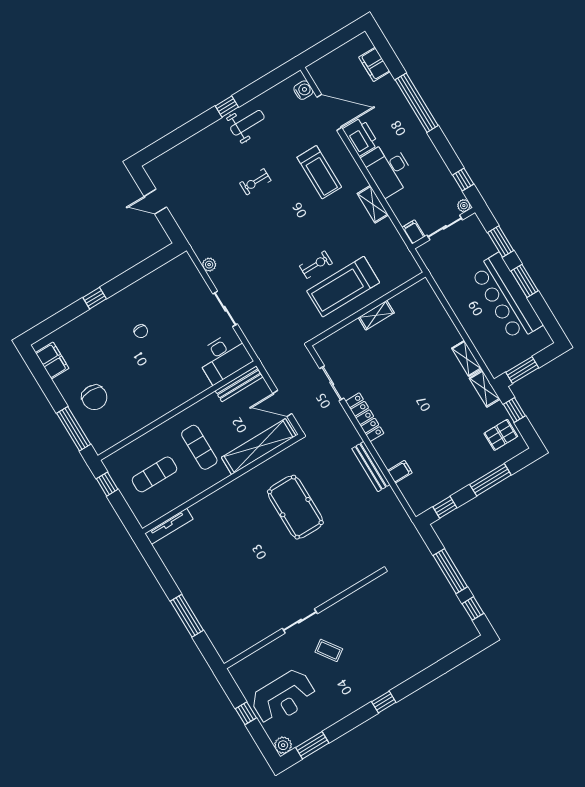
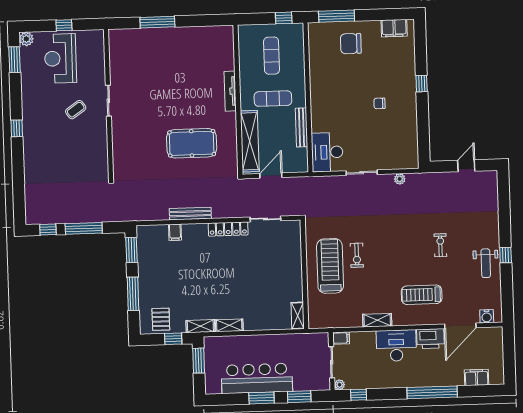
shelving: (376, 315) -> (298, 316), moved
bench: (239, 384) -> (301, 127), moved
window: (445, 507) -> (131, 250), width x1.50
tv unit: (169, 526) -> (230, 91), moved

